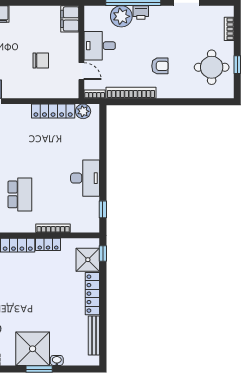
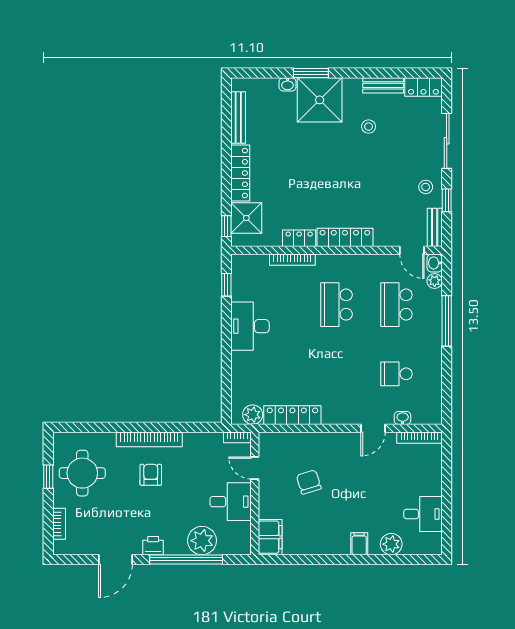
printer: (141, 13) -> (153, 546), moved
chair: (41, 61) -> (309, 482), turned 73
armchair: (160, 66) -> (151, 475), turned 90
bookcase: (131, 93) -> (149, 439), moved

